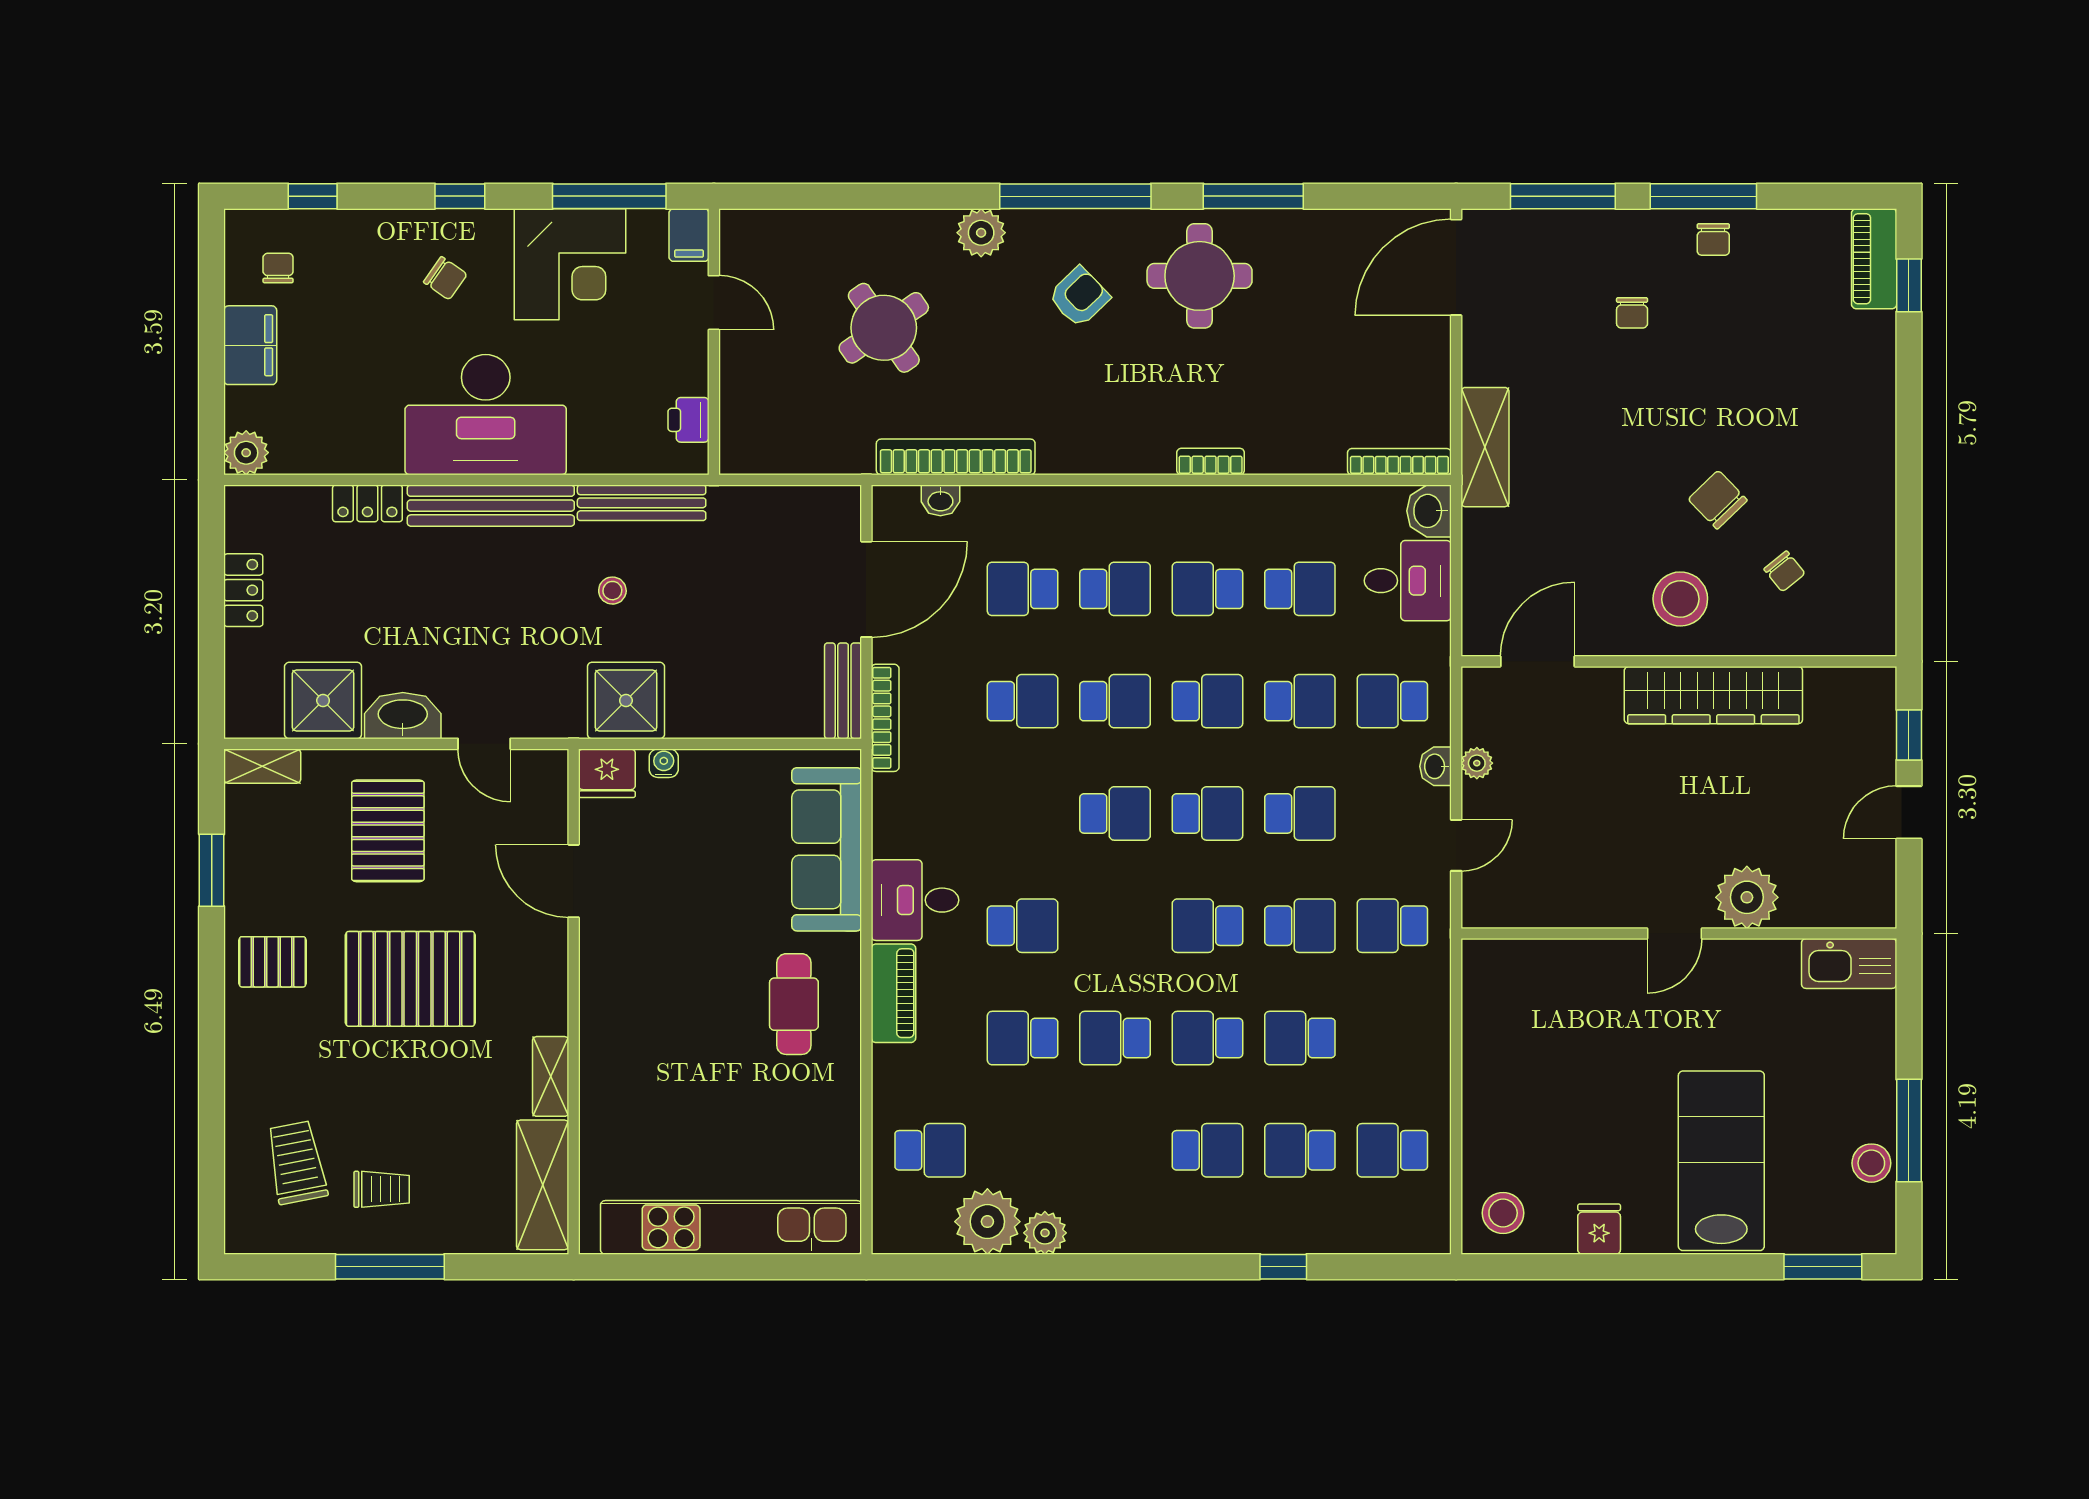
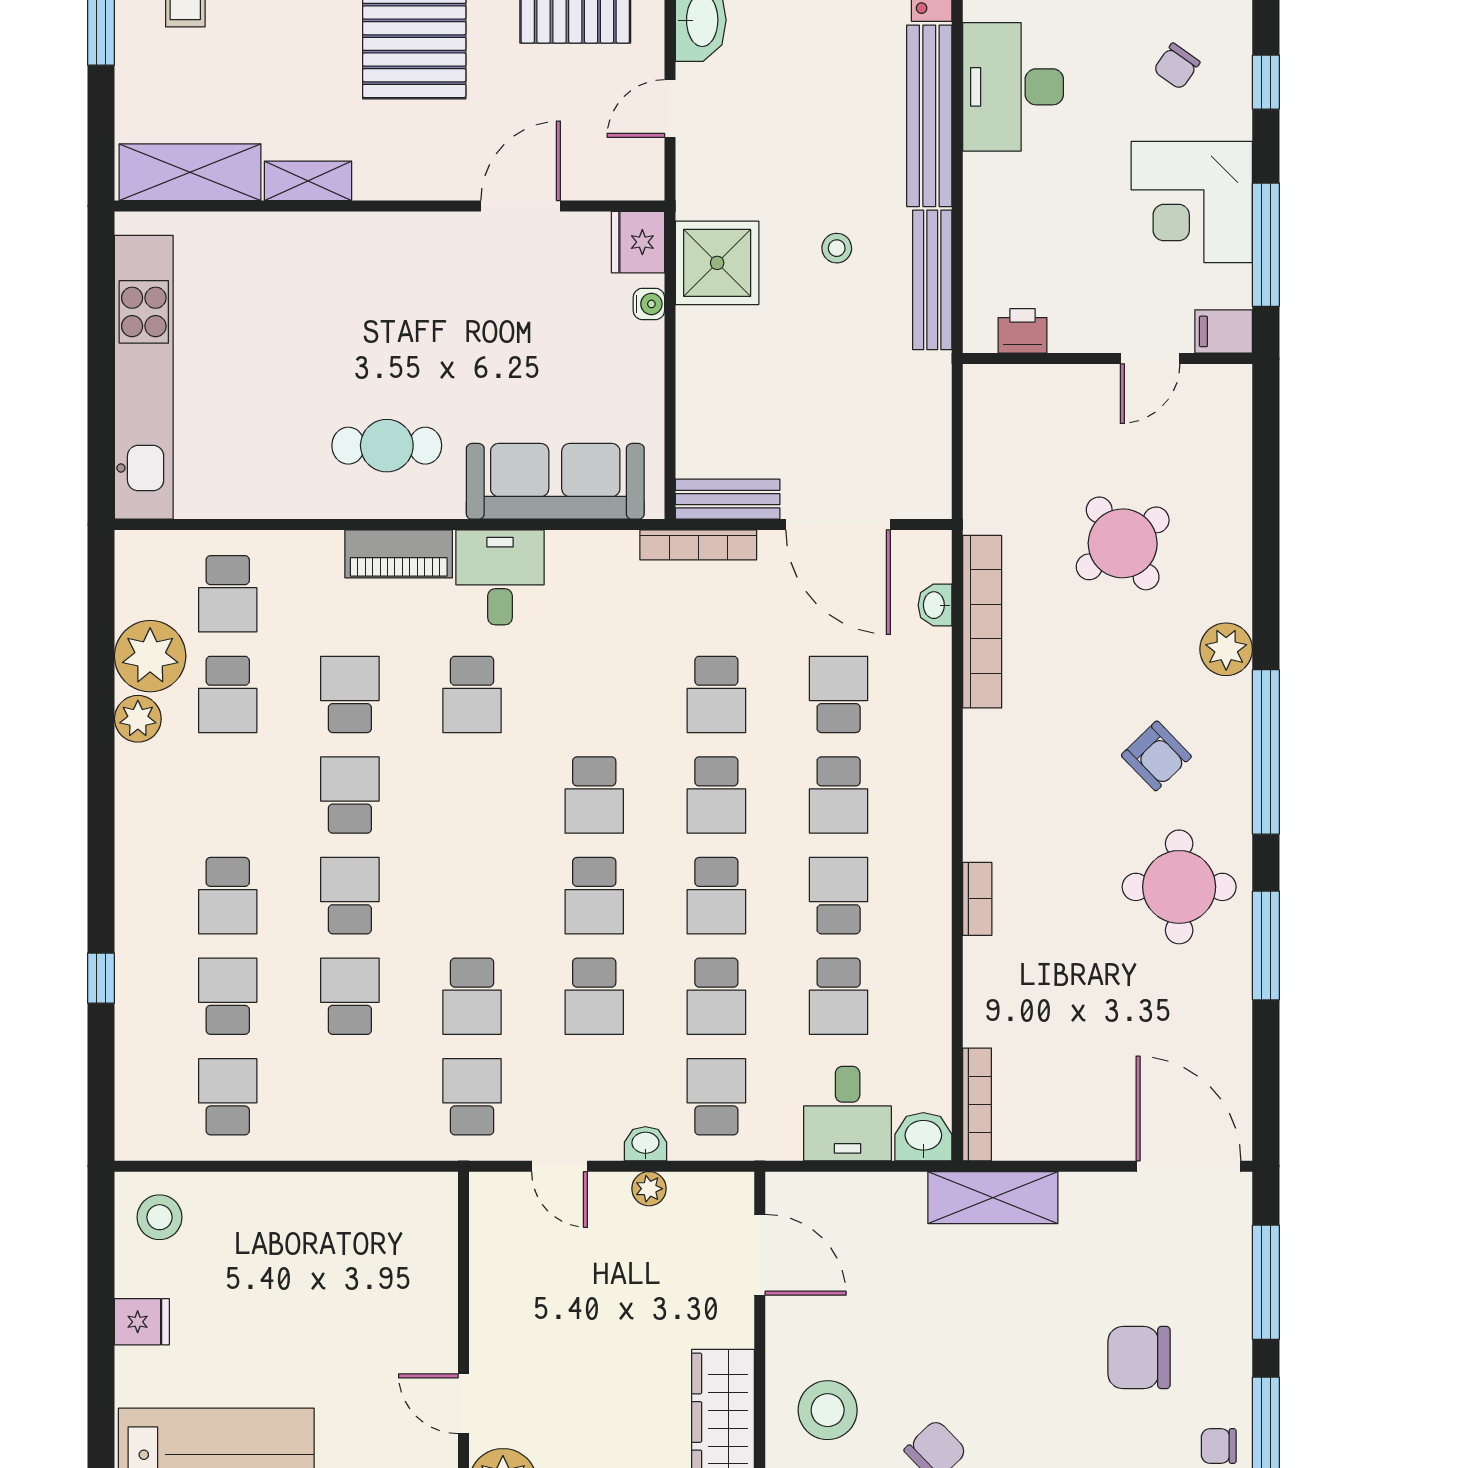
chair: (1632, 313) -> (1139, 1358), width x1.87, depth x1.87
desk: (486, 415) -> (1013, 87), width x0.73, depth x0.77
school desk: (1207, 926) -> (228, 694), moved, turned 180

